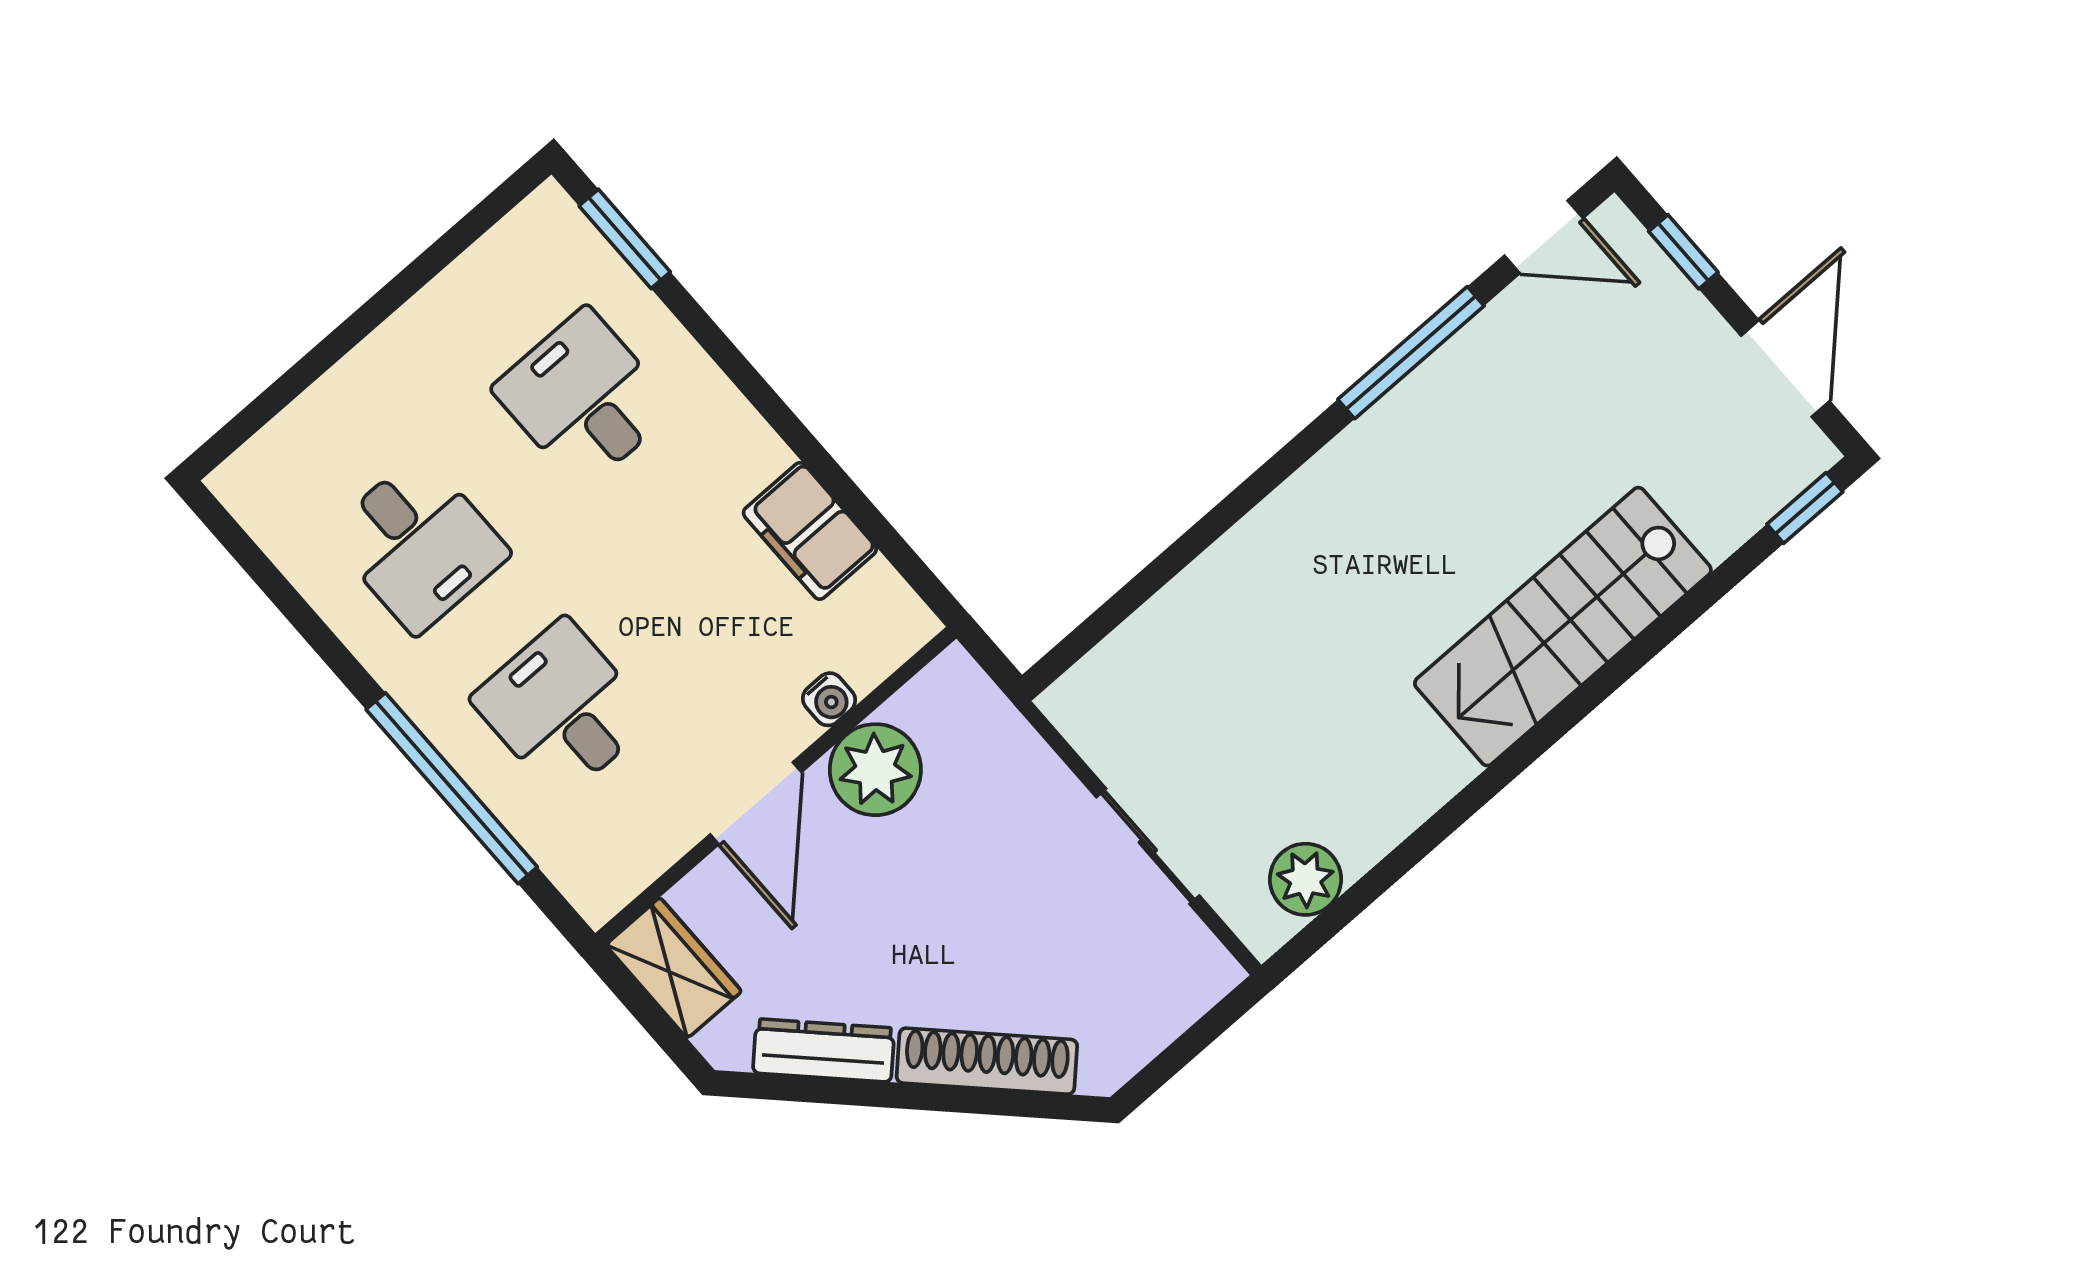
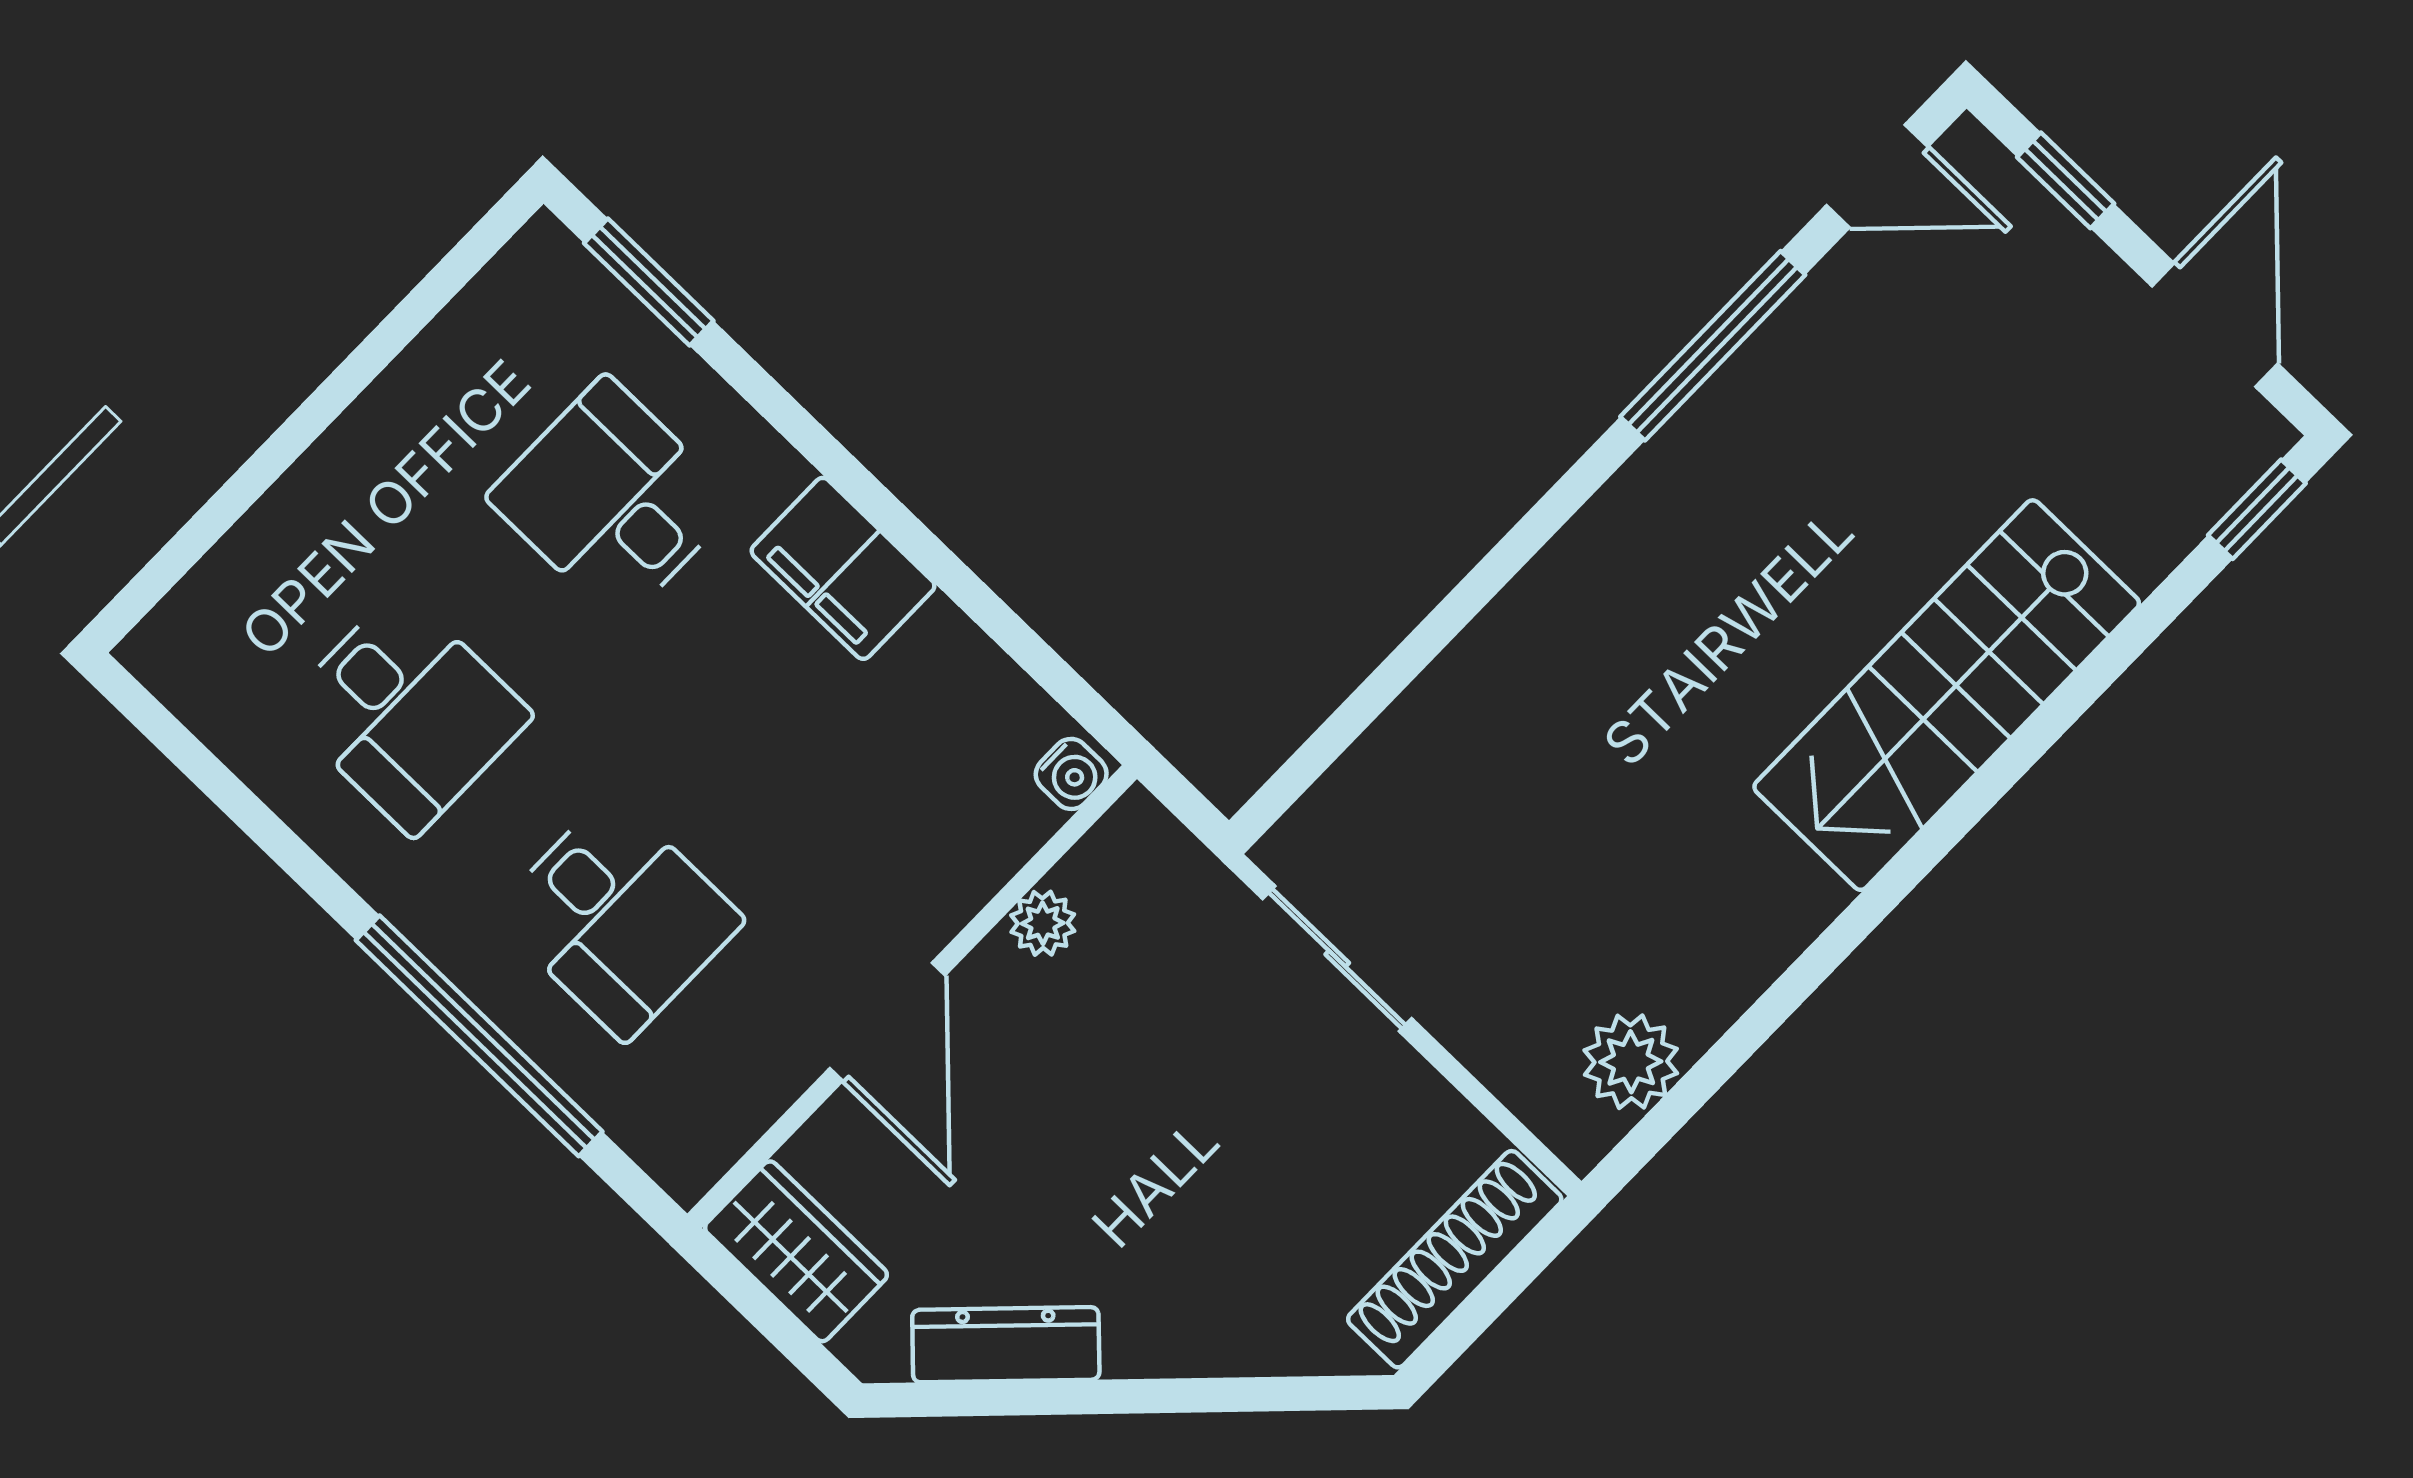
filing cabinet: (810, 531) -> (843, 568), moved
water cooler: (829, 699) -> (1071, 774), moved
desk: (562, 709) -> (618, 917), turned 180
plant: (875, 770) -> (1043, 923), width x0.53, depth x0.53
sliding door: (1148, 846) -> (1337, 959), moved
shoe rack: (987, 1061) -> (1455, 1259), moved, turned -45

